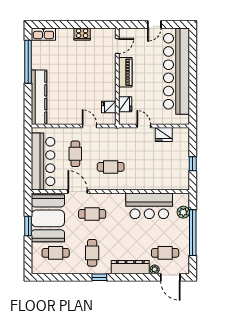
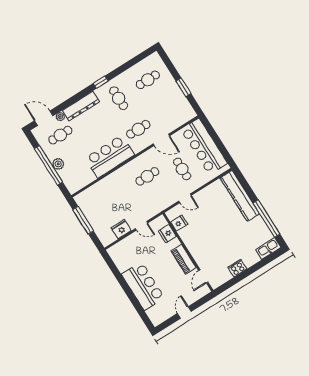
bar counter: (176, 71) -> (143, 286), width x0.54
window: (193, 164) -> (83, 220), width x2.17
bar counter: (149, 206) -> (110, 156), moved
plant: (183, 212) -> (58, 164), moved
booth: (48, 218) -> (171, 103), removed

